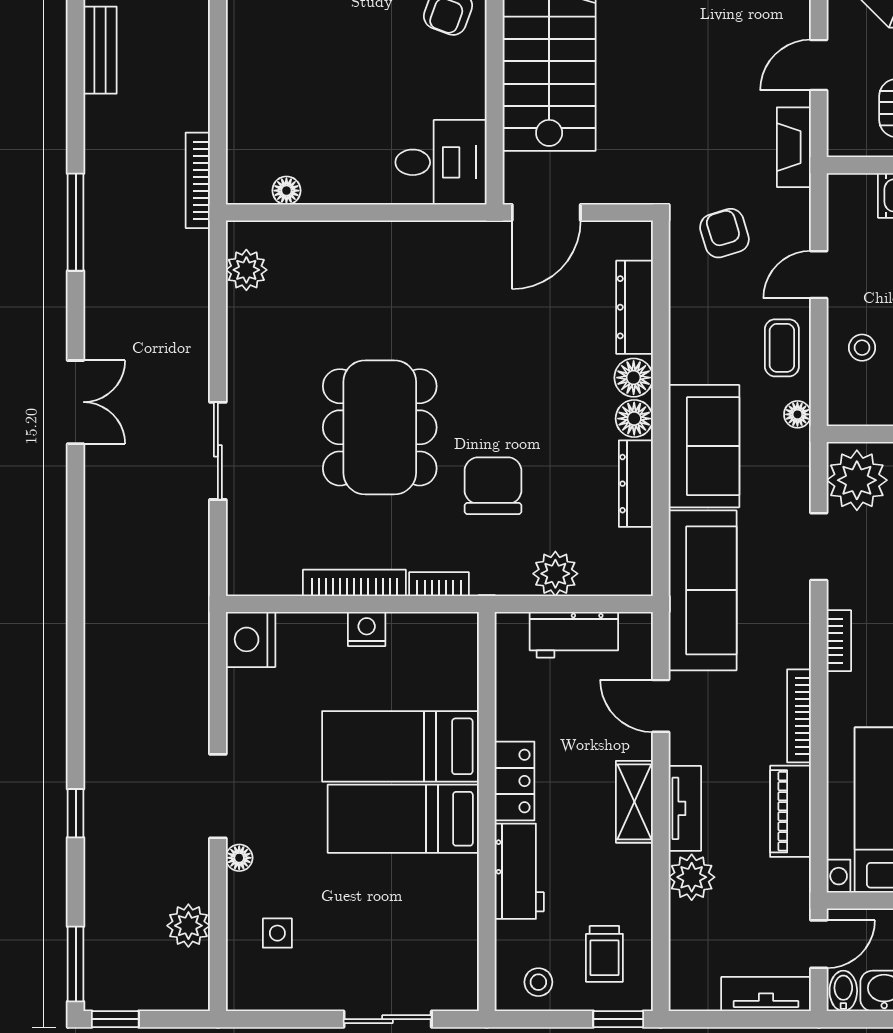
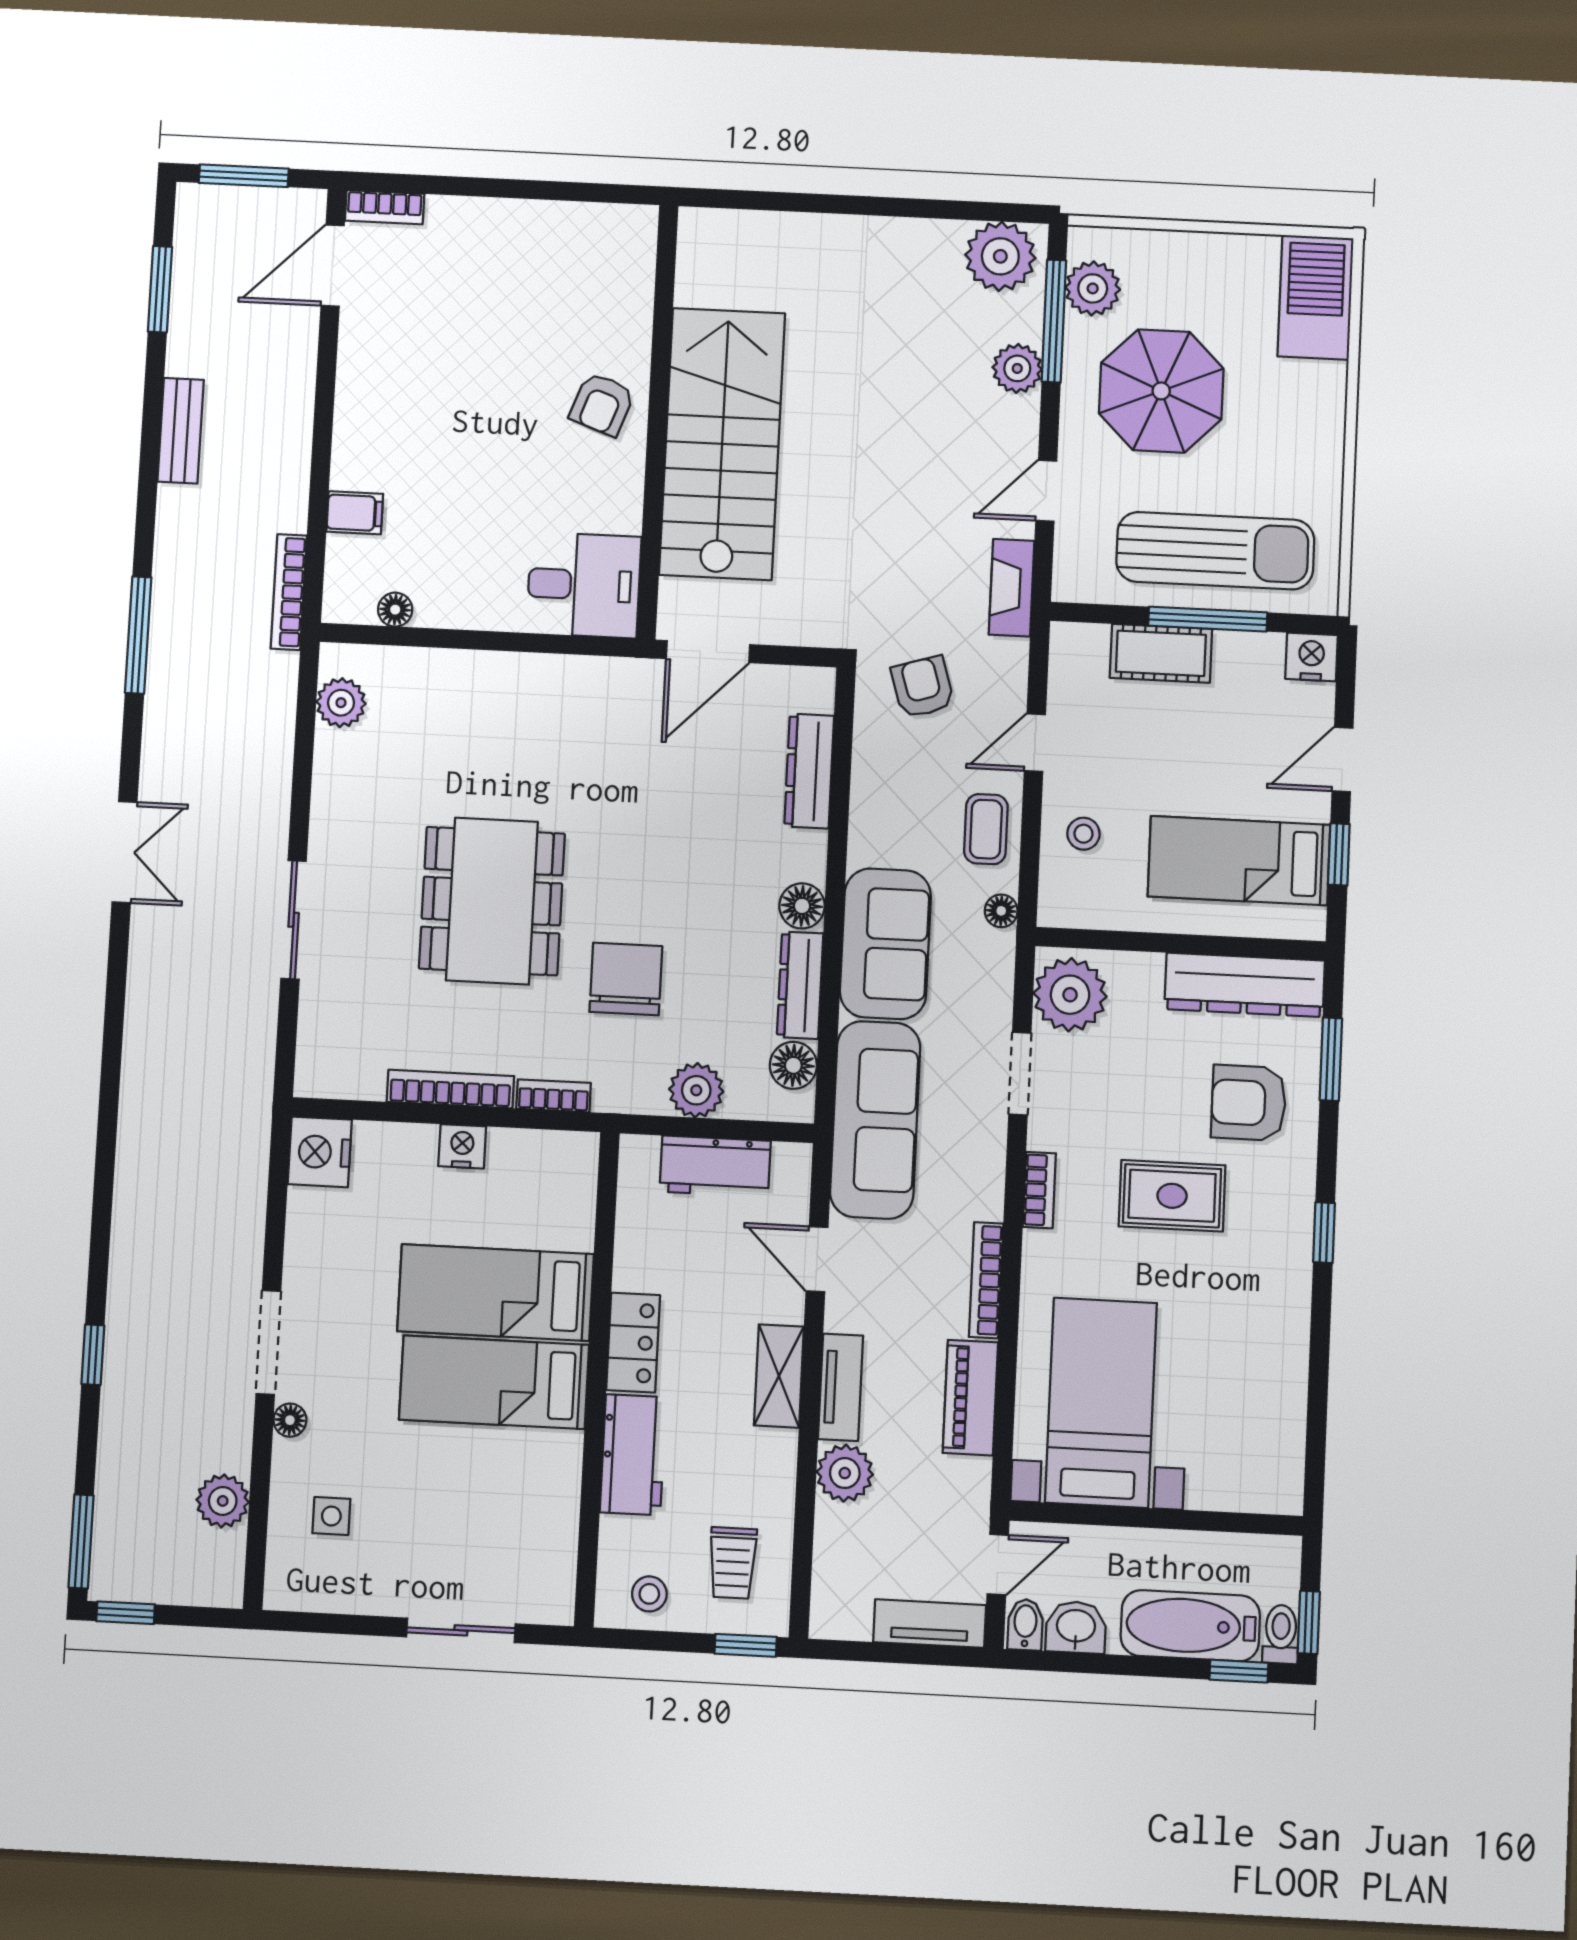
filing cabinet: (248, 112) -> (355, 513), added
floor lamp: (634, 378) -> (793, 1065), moved

